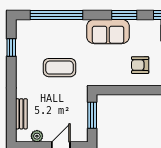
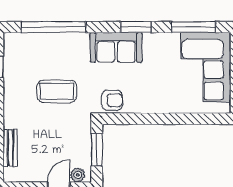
armchair: (140, 65) -> (112, 100), moved, turned 180
plant: (37, 136) -> (78, 175), moved

